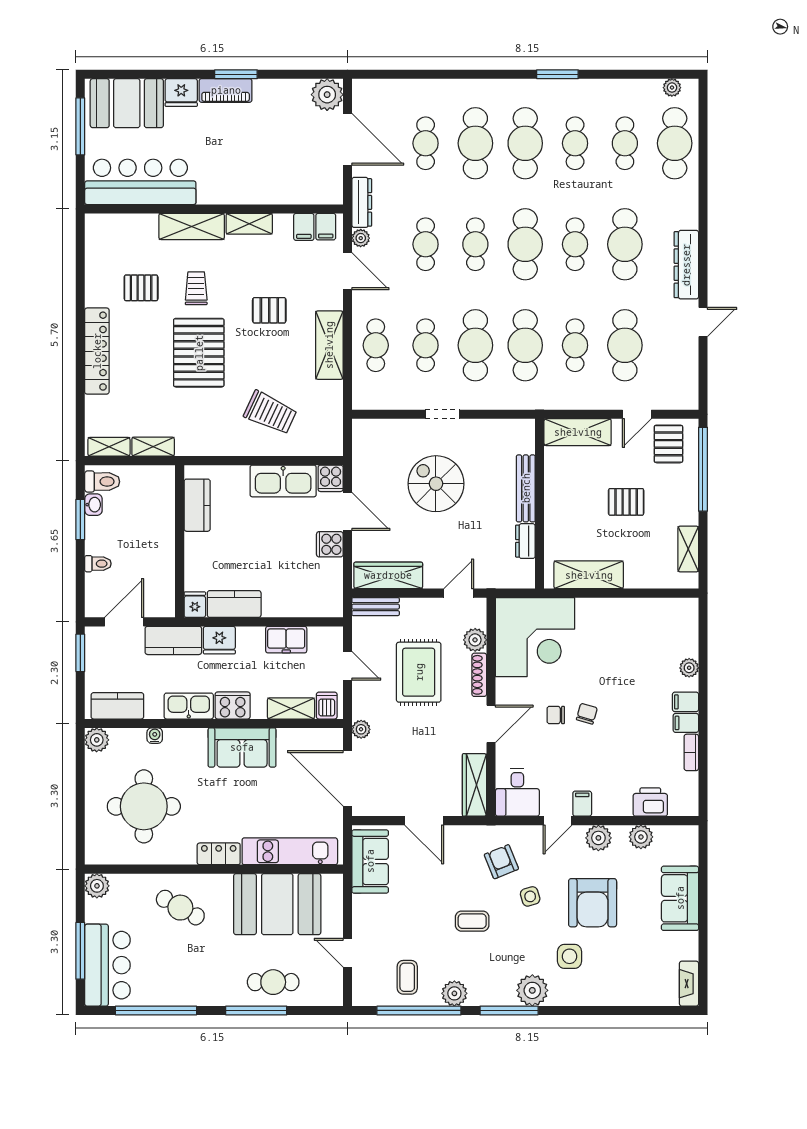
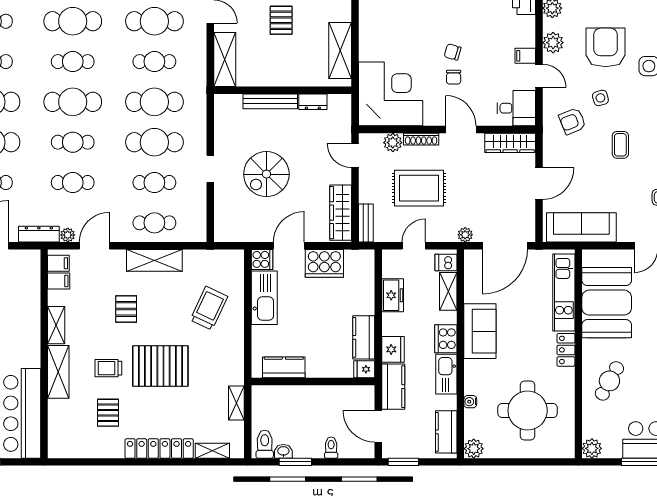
shelving: (109, 447) -> (212, 451), moved, turned 90
cooker: (330, 544) -> (324, 263), width x1.87, depth x1.31
sofa: (370, 861) -> (581, 227), width x1.36
armchair: (593, 903) -> (606, 47), turned -90

